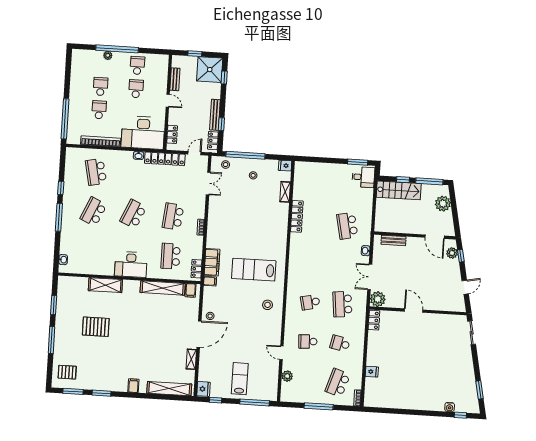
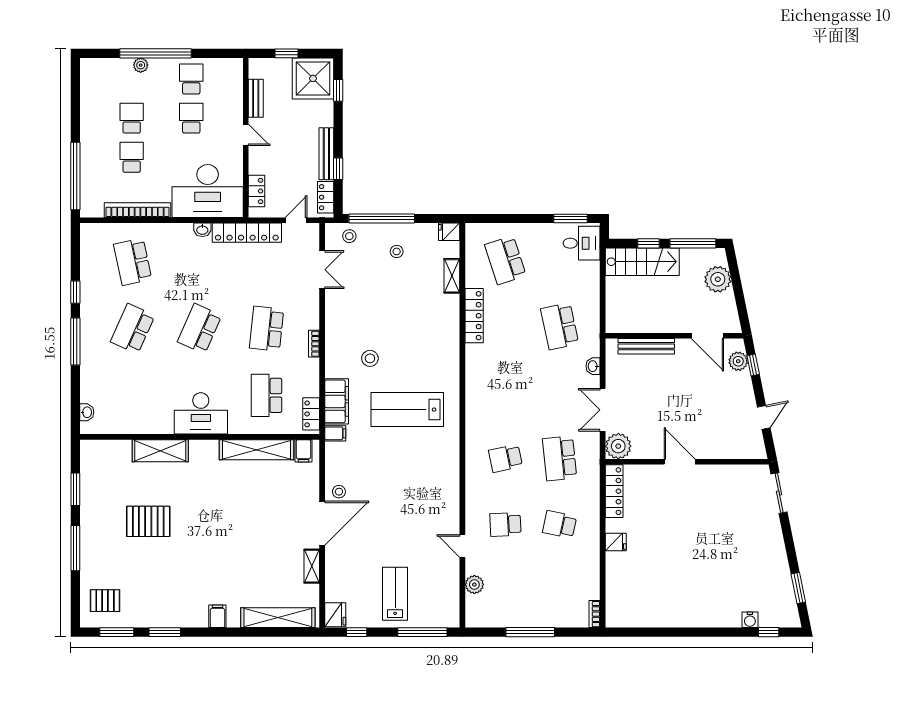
bench: (394, 240) -> (646, 346), width x1.36
stool: (268, 305) -> (370, 358), moved
locker: (374, 320) -> (614, 491), width x1.53
fridge: (372, 372) -> (616, 542), moved
school desk: (338, 383) -> (505, 260), moved, turned -36

